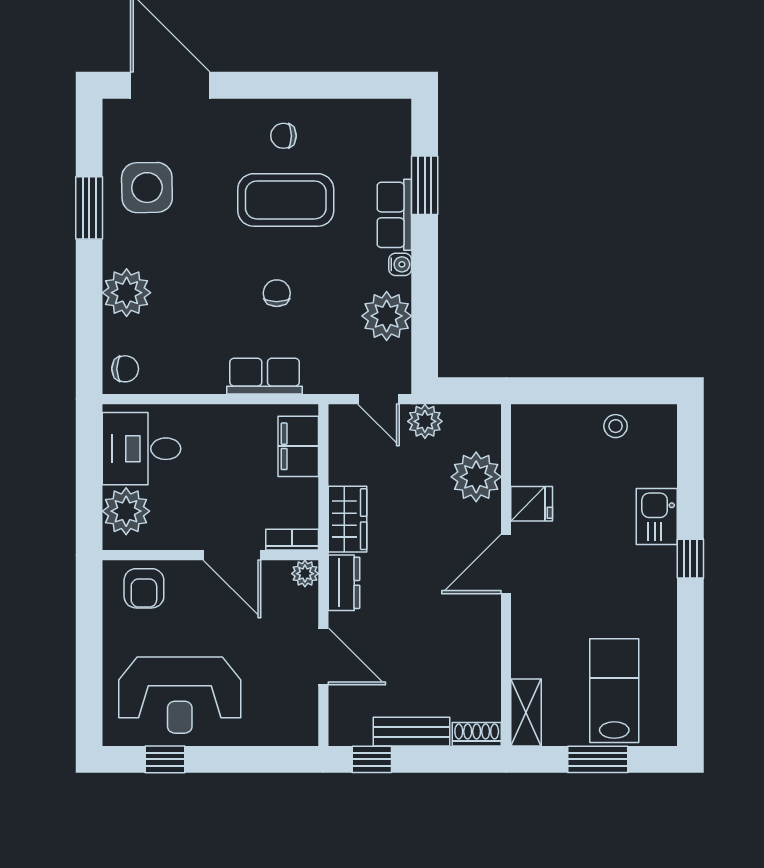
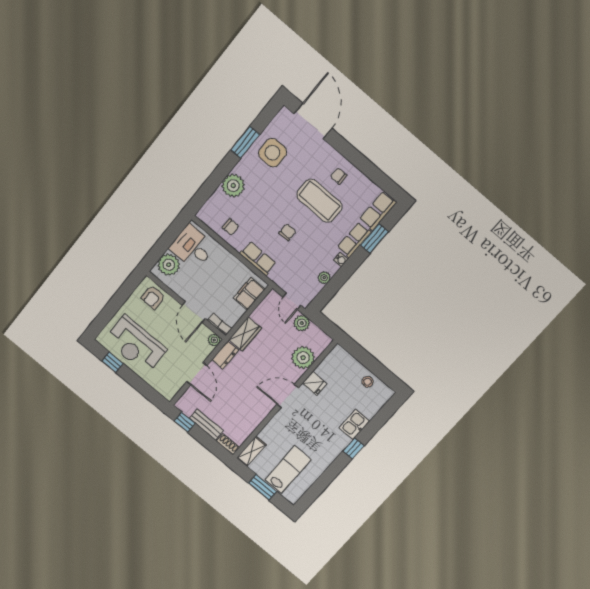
row of seats: (393, 138) -> (378, 211), added
plant: (387, 316) -> (324, 278), width x0.53, depth x0.53
chair: (125, 369) -> (231, 227), moved

